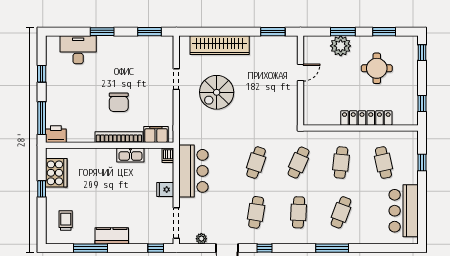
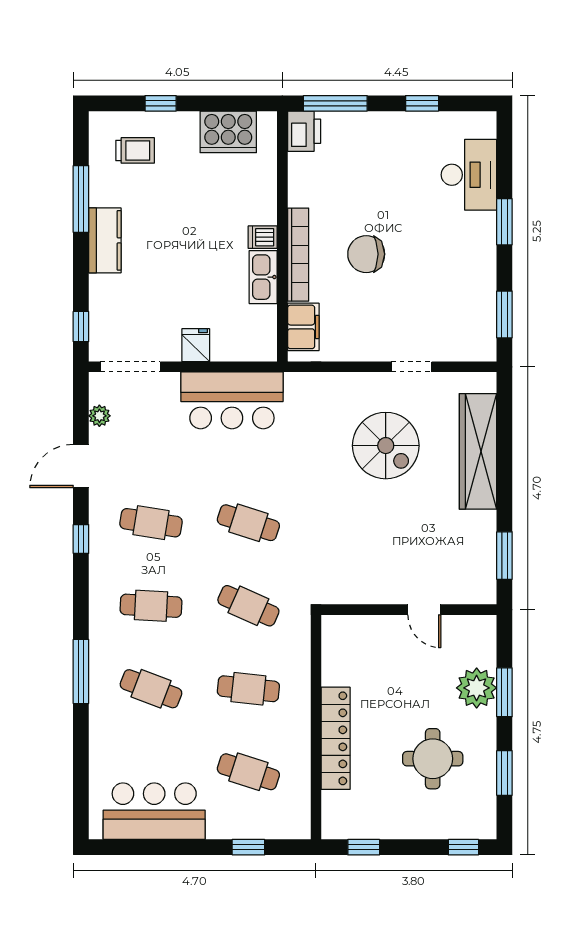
spiral stairs: (217, 92) -> (386, 446), turned 180
dishwasher: (168, 155) -> (263, 237), moved
cafe table: (383, 163) -> (248, 772), turned 30
window: (42, 189) -> (161, 103), moved

